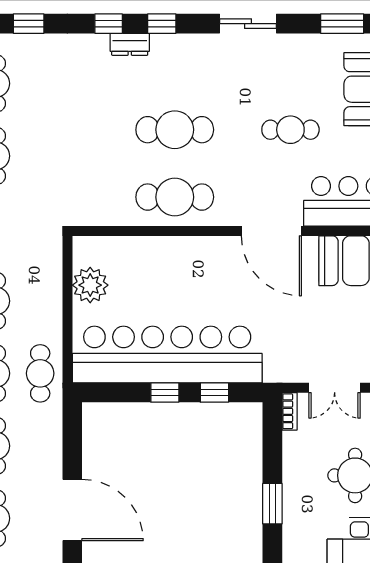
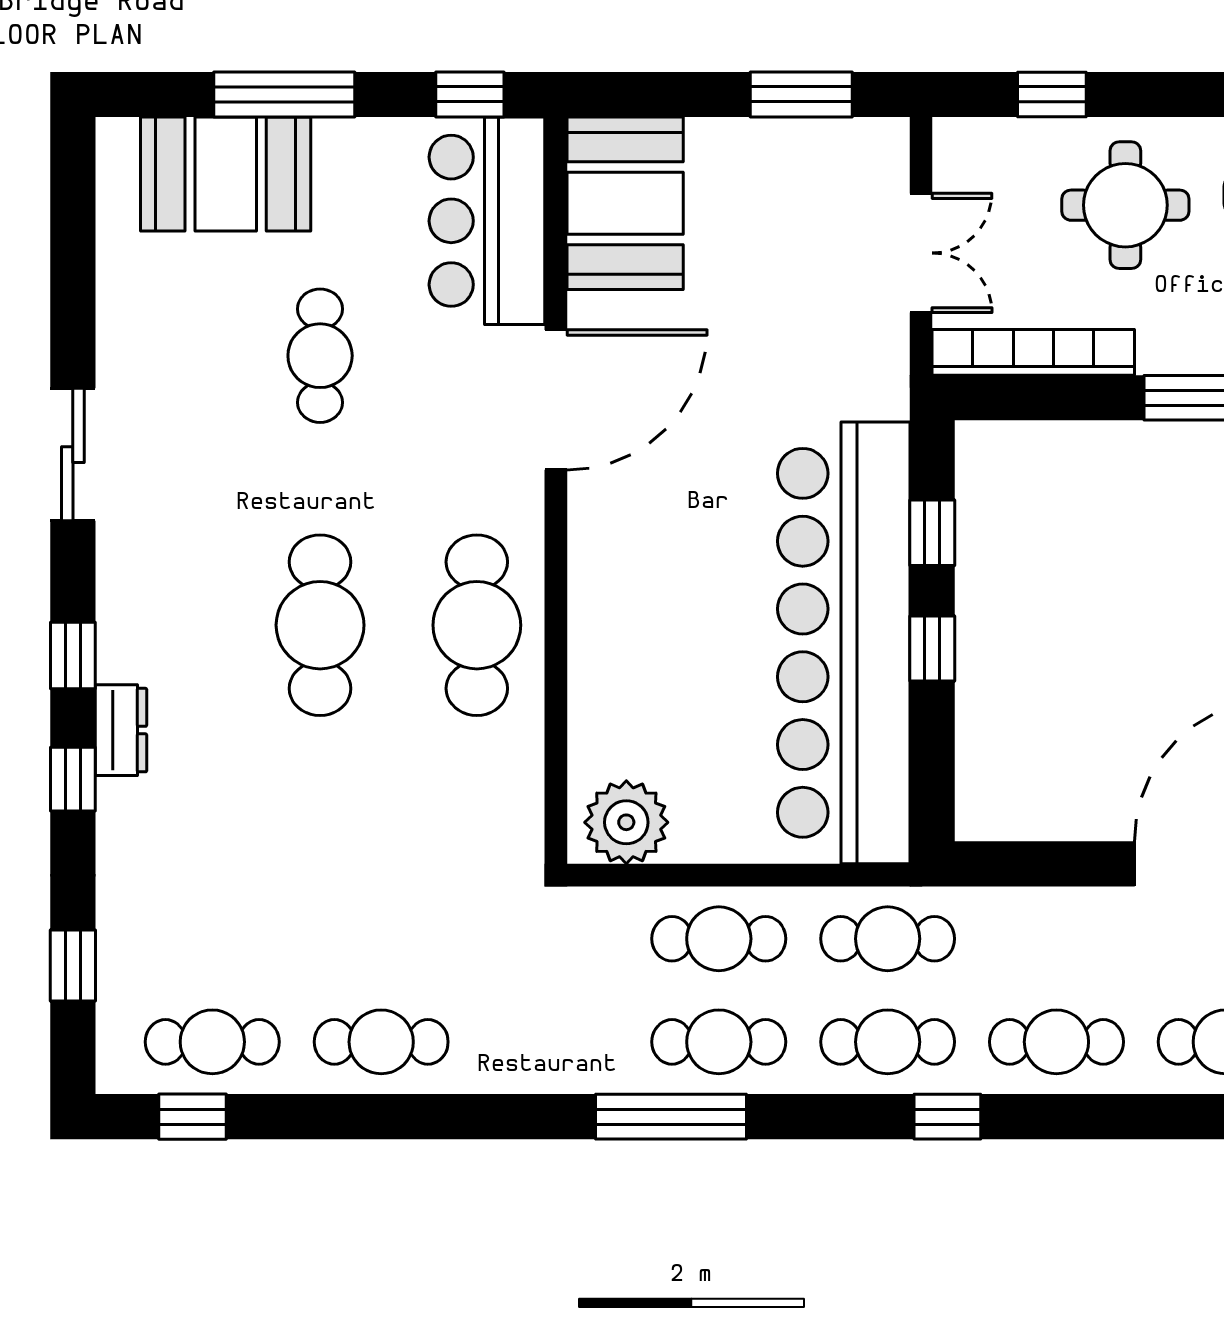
window: (342, 24) -> (73, 235), removed
plant: (90, 285) -> (626, 822), moved
cafe table: (40, 301) -> (719, 939), added
bookcase: (290, 411) -> (1033, 352), width x2.31, depth x1.31

